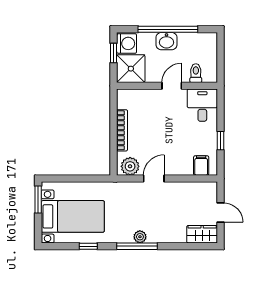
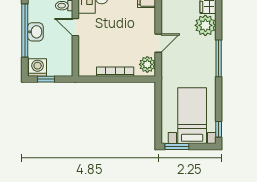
shower: (131, 69) -> (60, 64), removed
door: (154, 179) -> (158, 43), swing flipped
plant: (140, 237) -> (205, 25), moved, width x1.88, depth x1.88
window: (88, 246) -> (219, 129), moved

